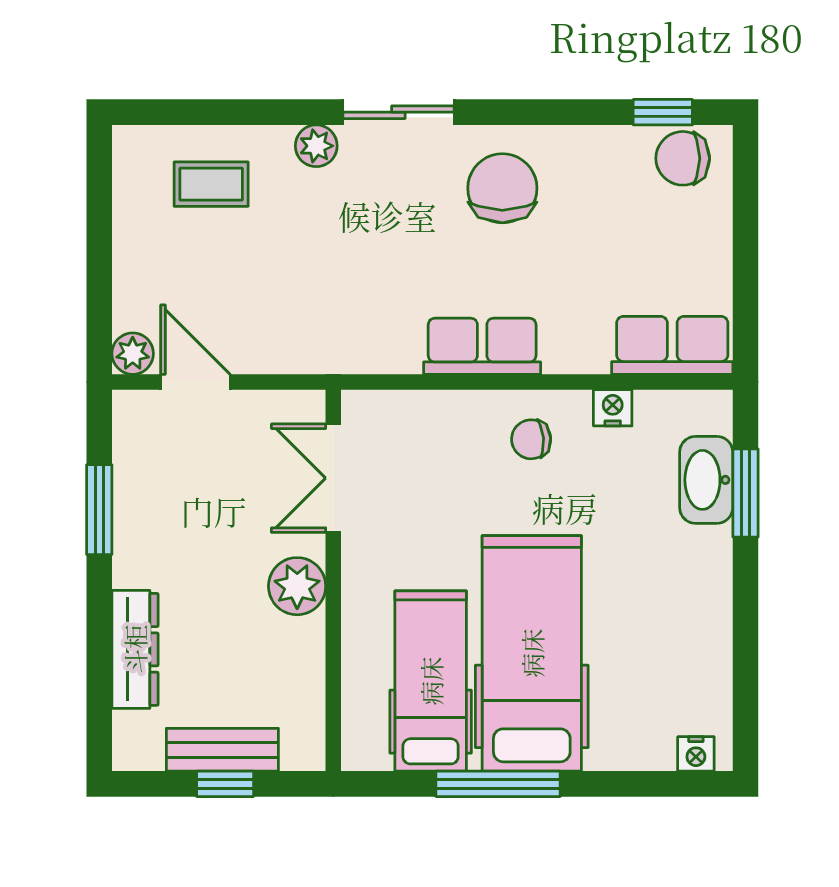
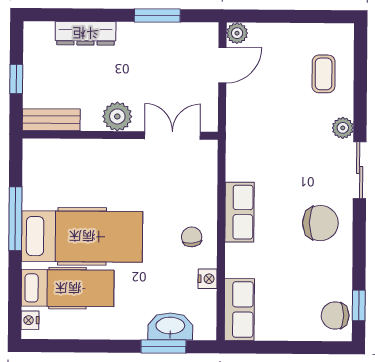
chair: (683, 158) -> (335, 316), turned -90
hospital bed: (431, 681) -> (68, 288), moved
bench: (222, 750) -> (51, 120), moved, turned 90

